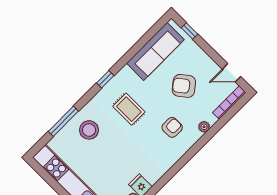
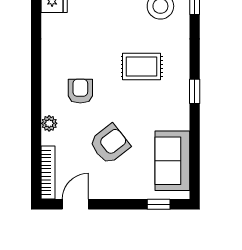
sofa: (155, 51) -> (172, 161), width x0.73
window: (105, 79) -> (195, 91), moved
armchair: (172, 127) -> (80, 91), turned 180

